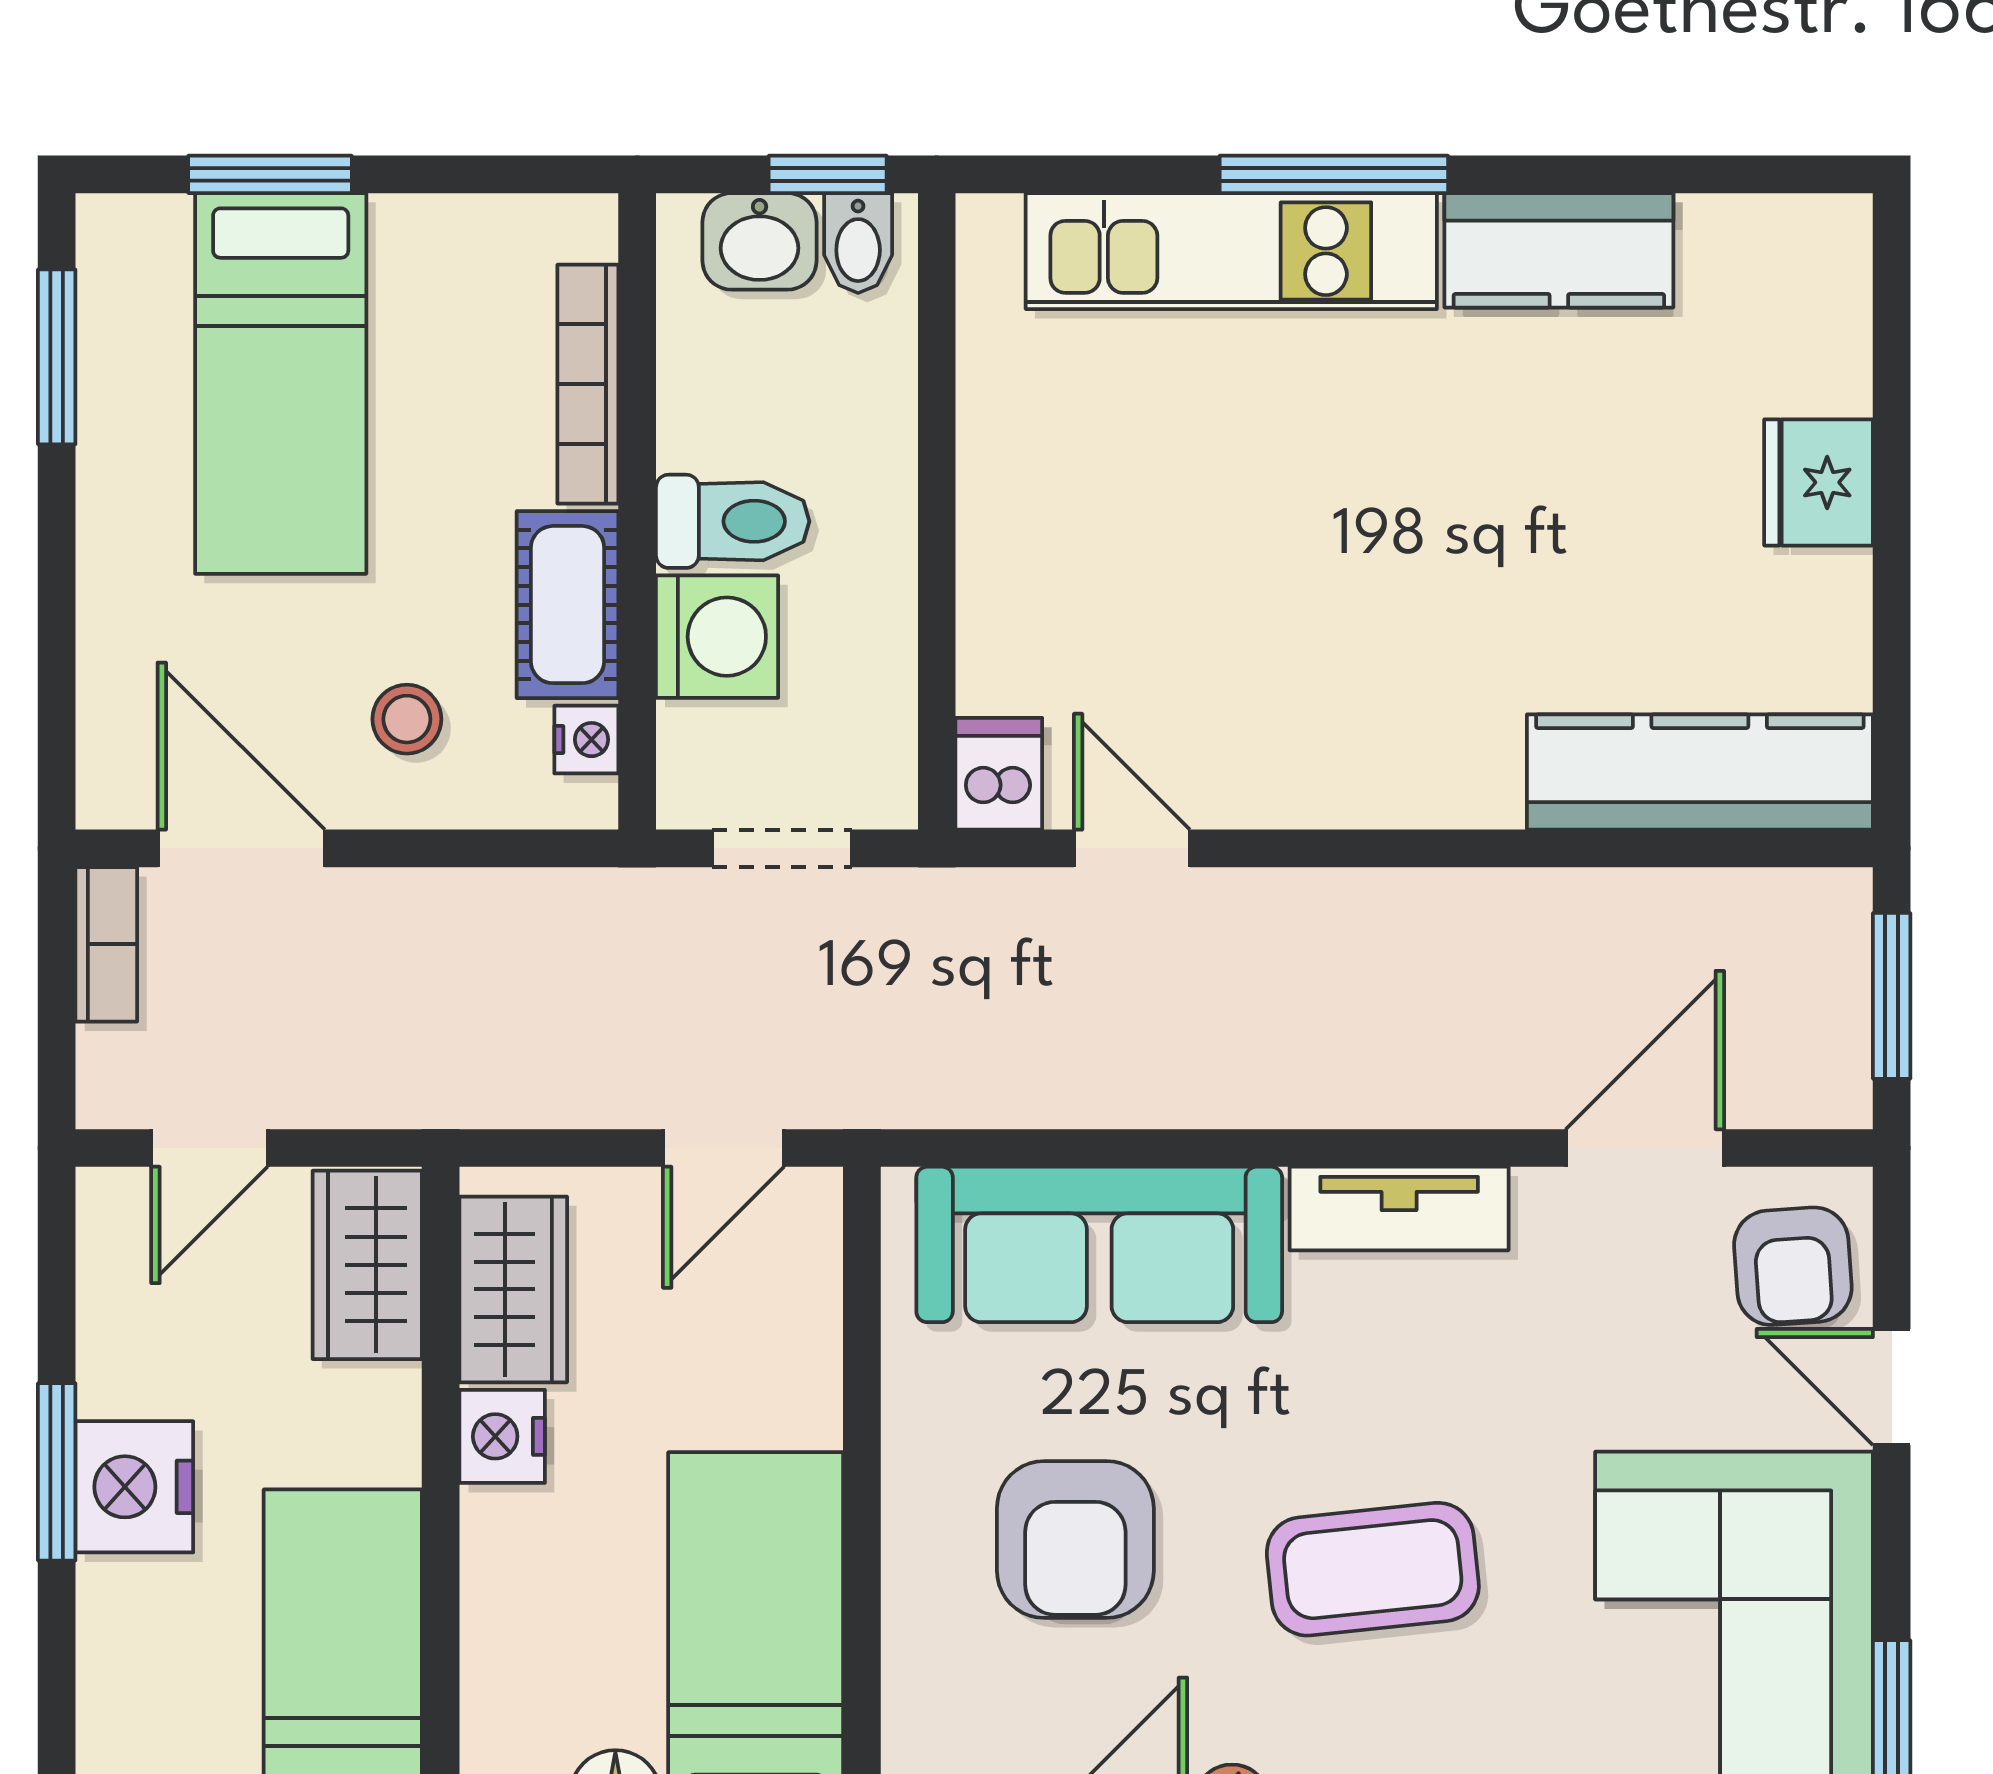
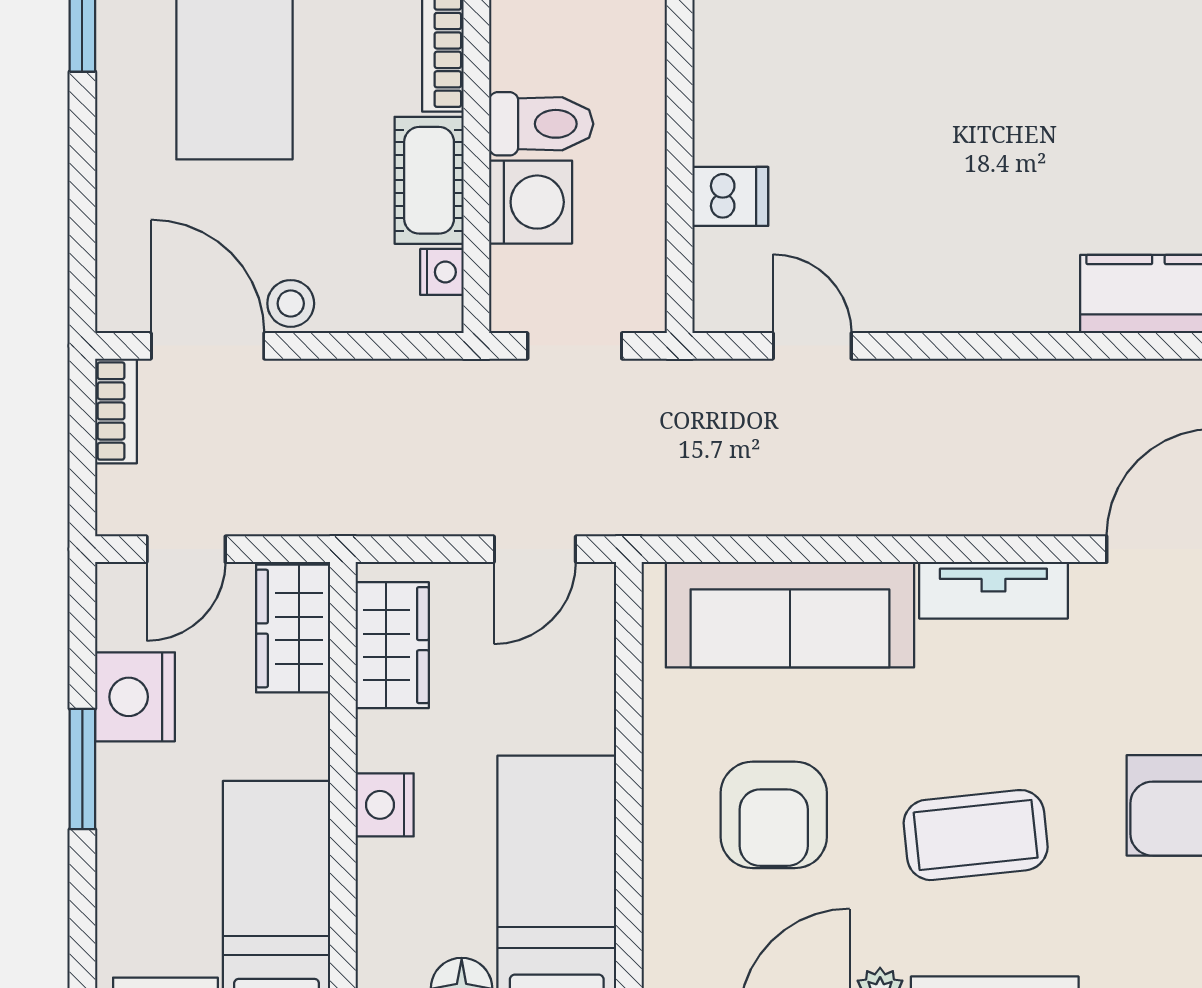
stool: (407, 719) -> (291, 303), moved
dishwasher: (999, 774) -> (730, 196), moved, turned 90
nightstand: (502, 1436) -> (385, 805), moved
nightstand: (134, 1487) -> (135, 697), moved

